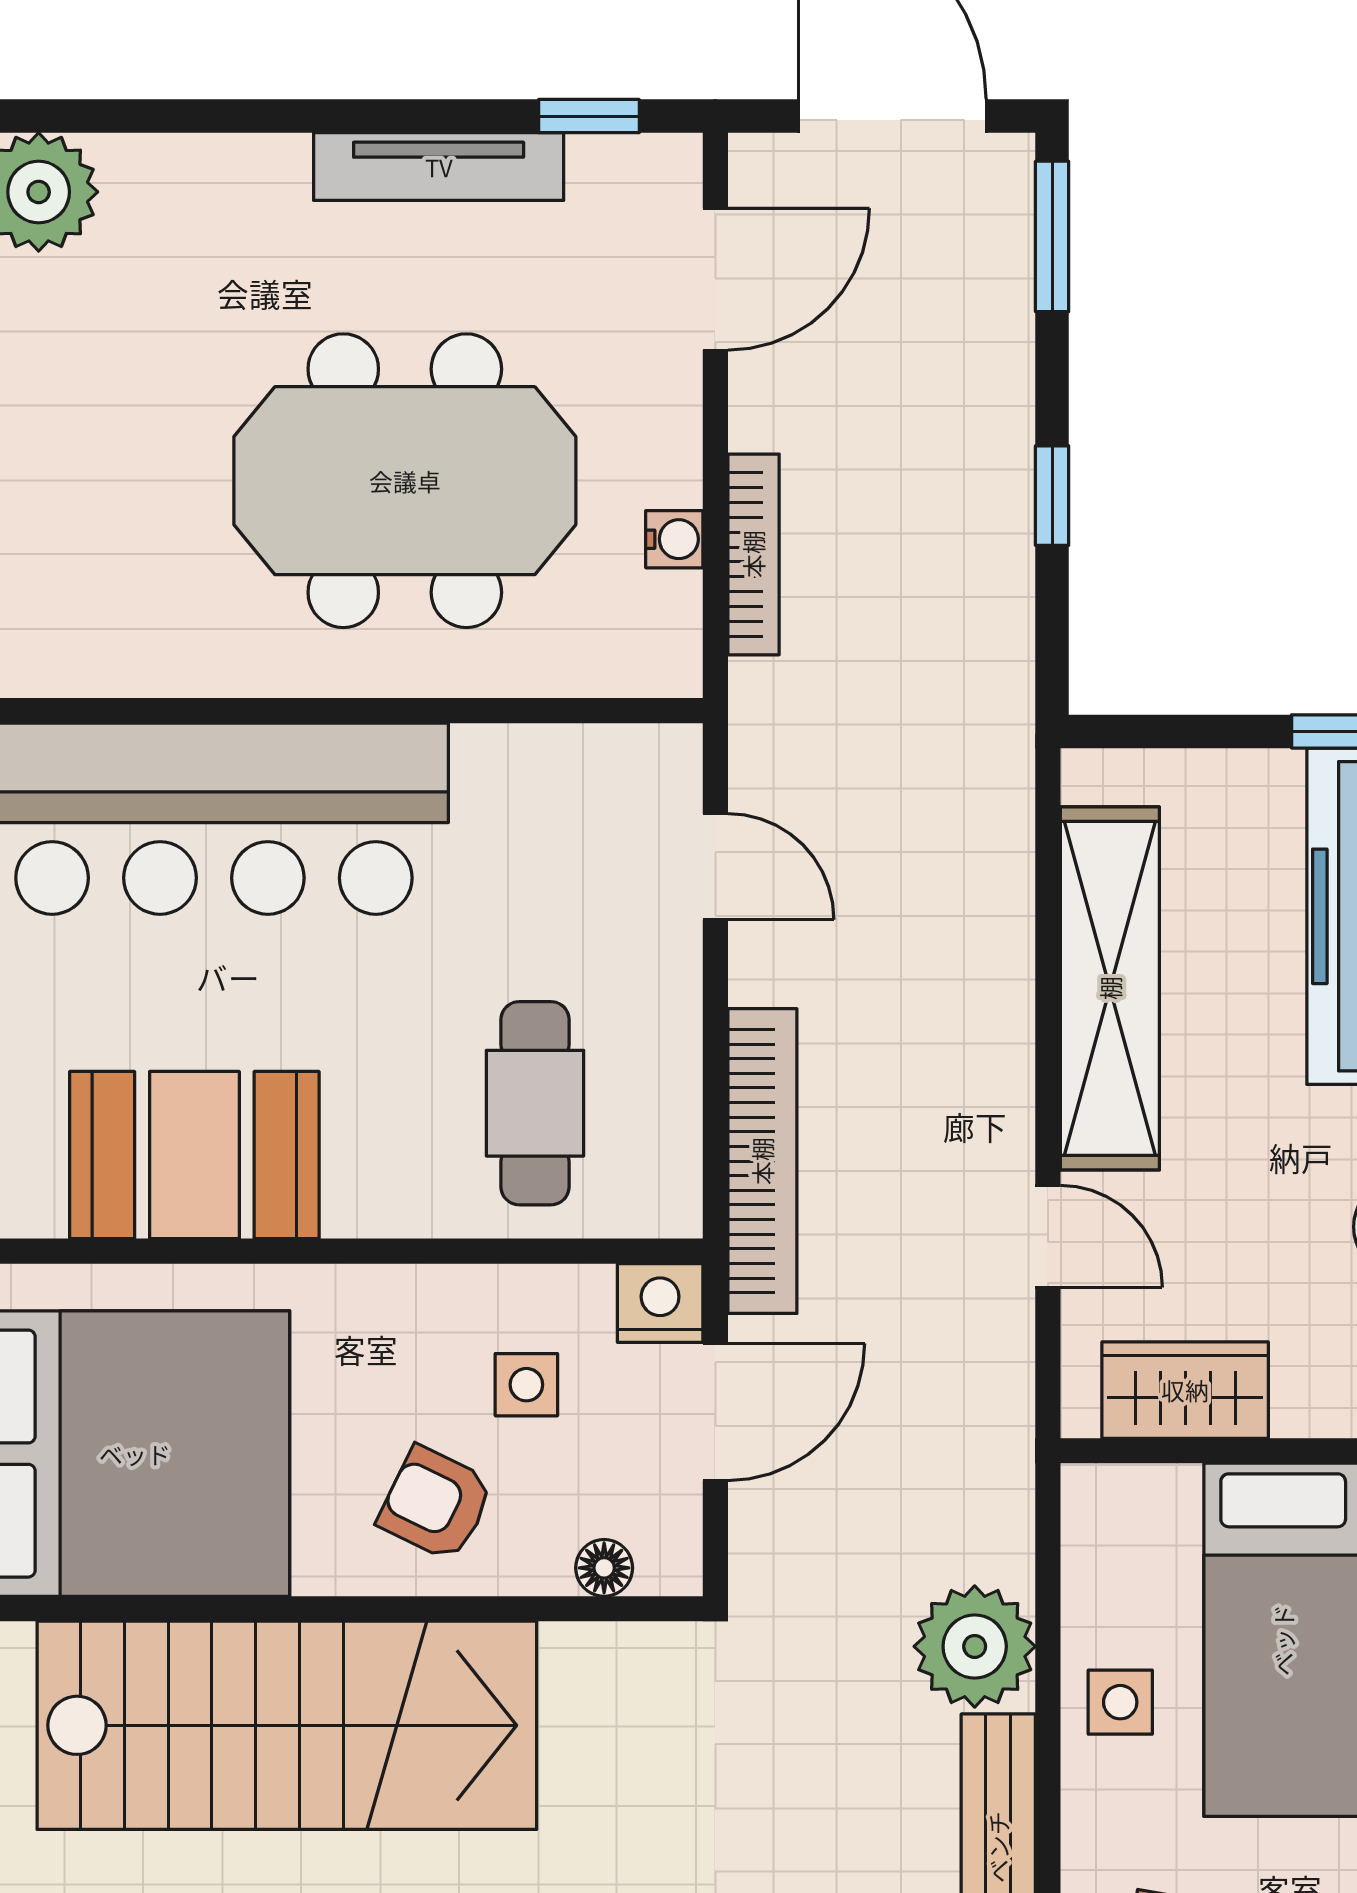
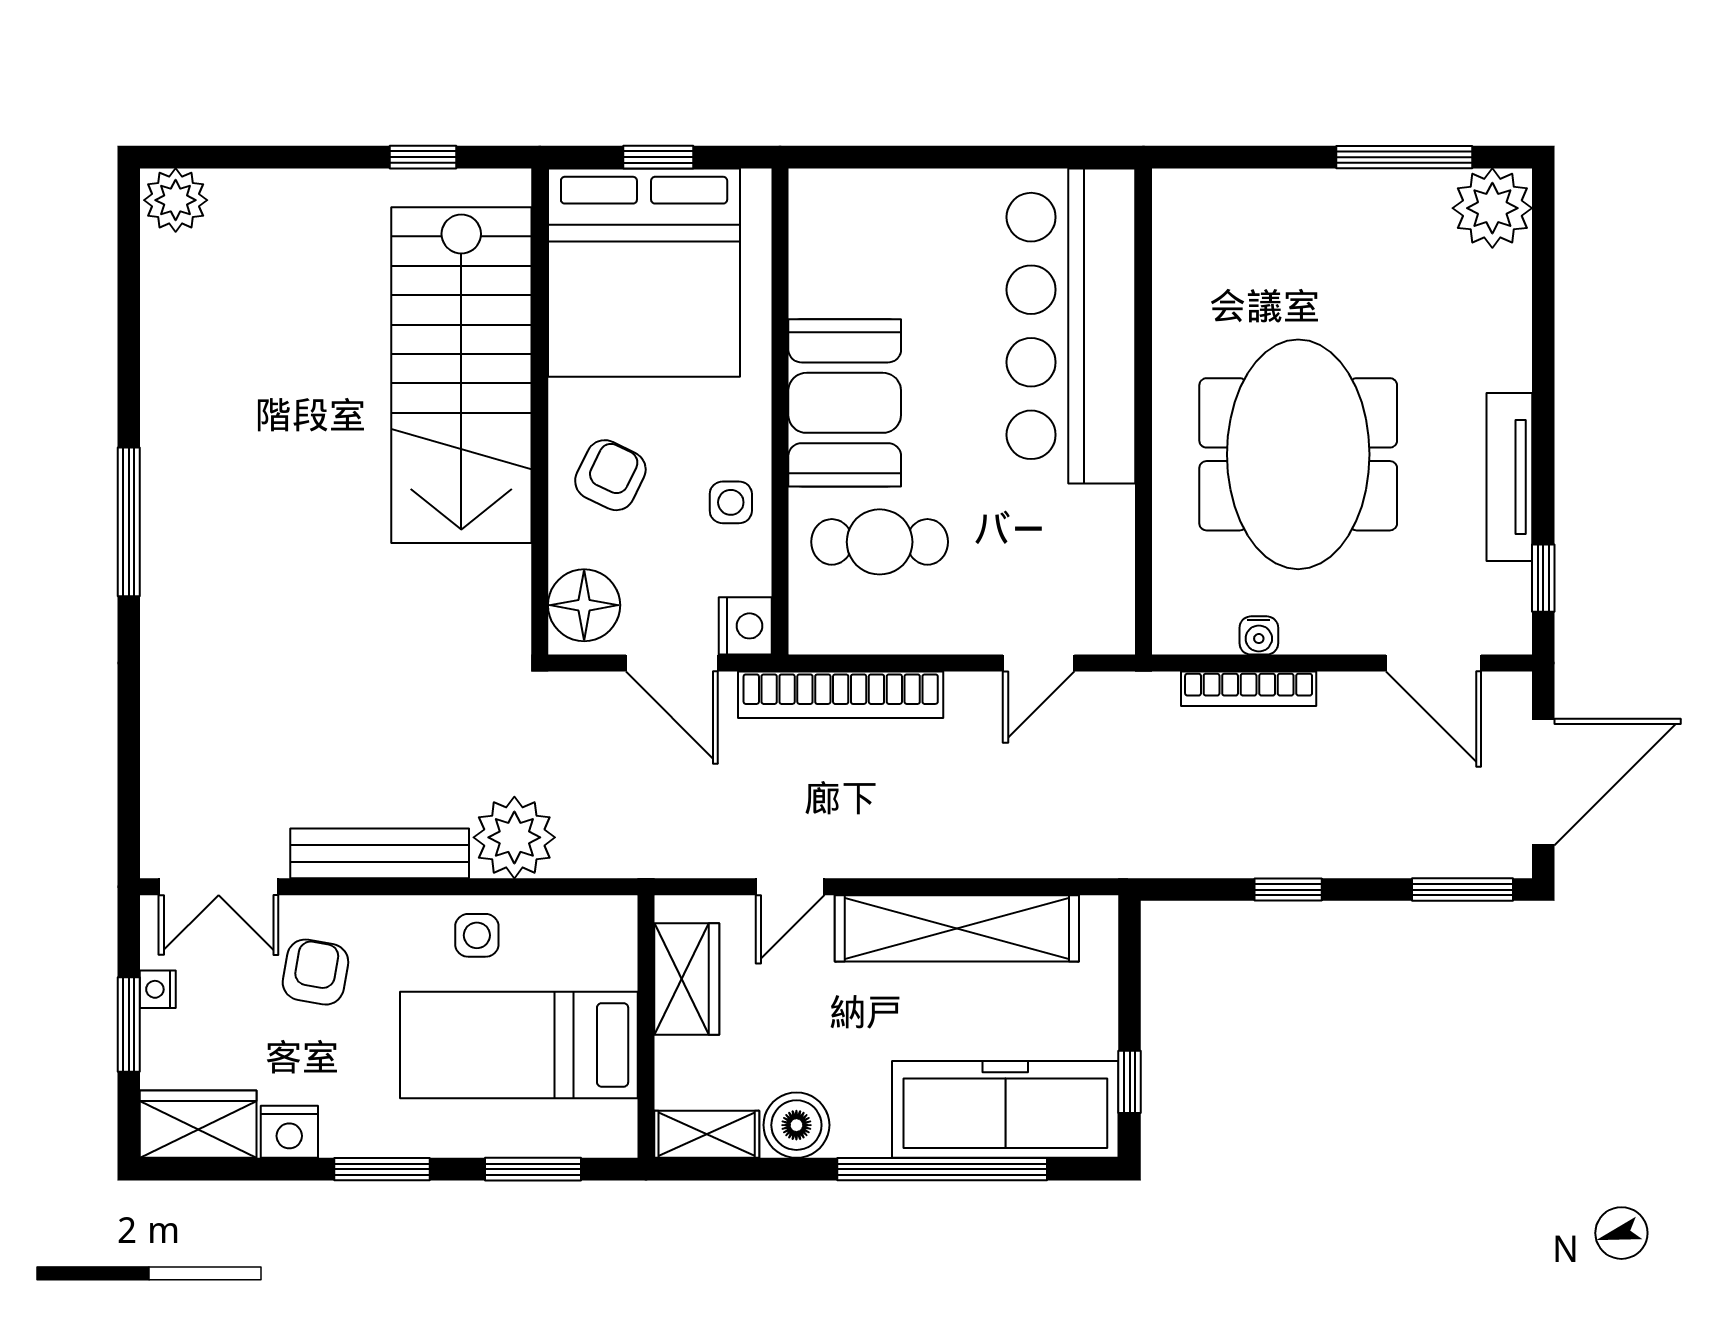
booth: (194, 1155) -> (845, 403), moved
side table: (526, 1385) -> (731, 502), moved
floor lamp: (604, 1568) -> (584, 605), width x1.89, depth x1.89

